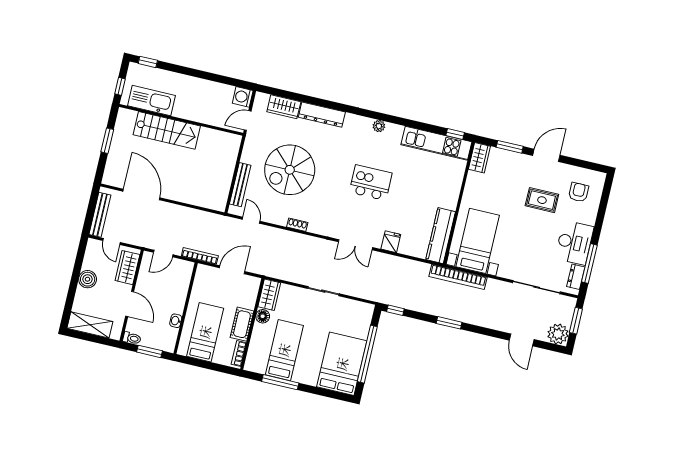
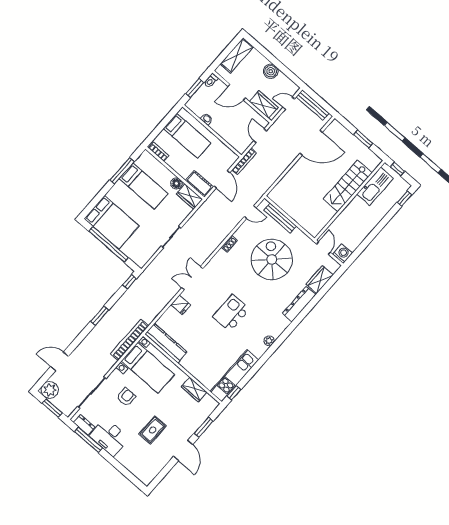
wardrobe: (479, 158) -> (194, 390), moved
kitchen island: (371, 183) -> (231, 313), turned 180
armchair: (579, 192) -> (126, 397), moved, turned -90
cot: (242, 324) -> (199, 184), moved

